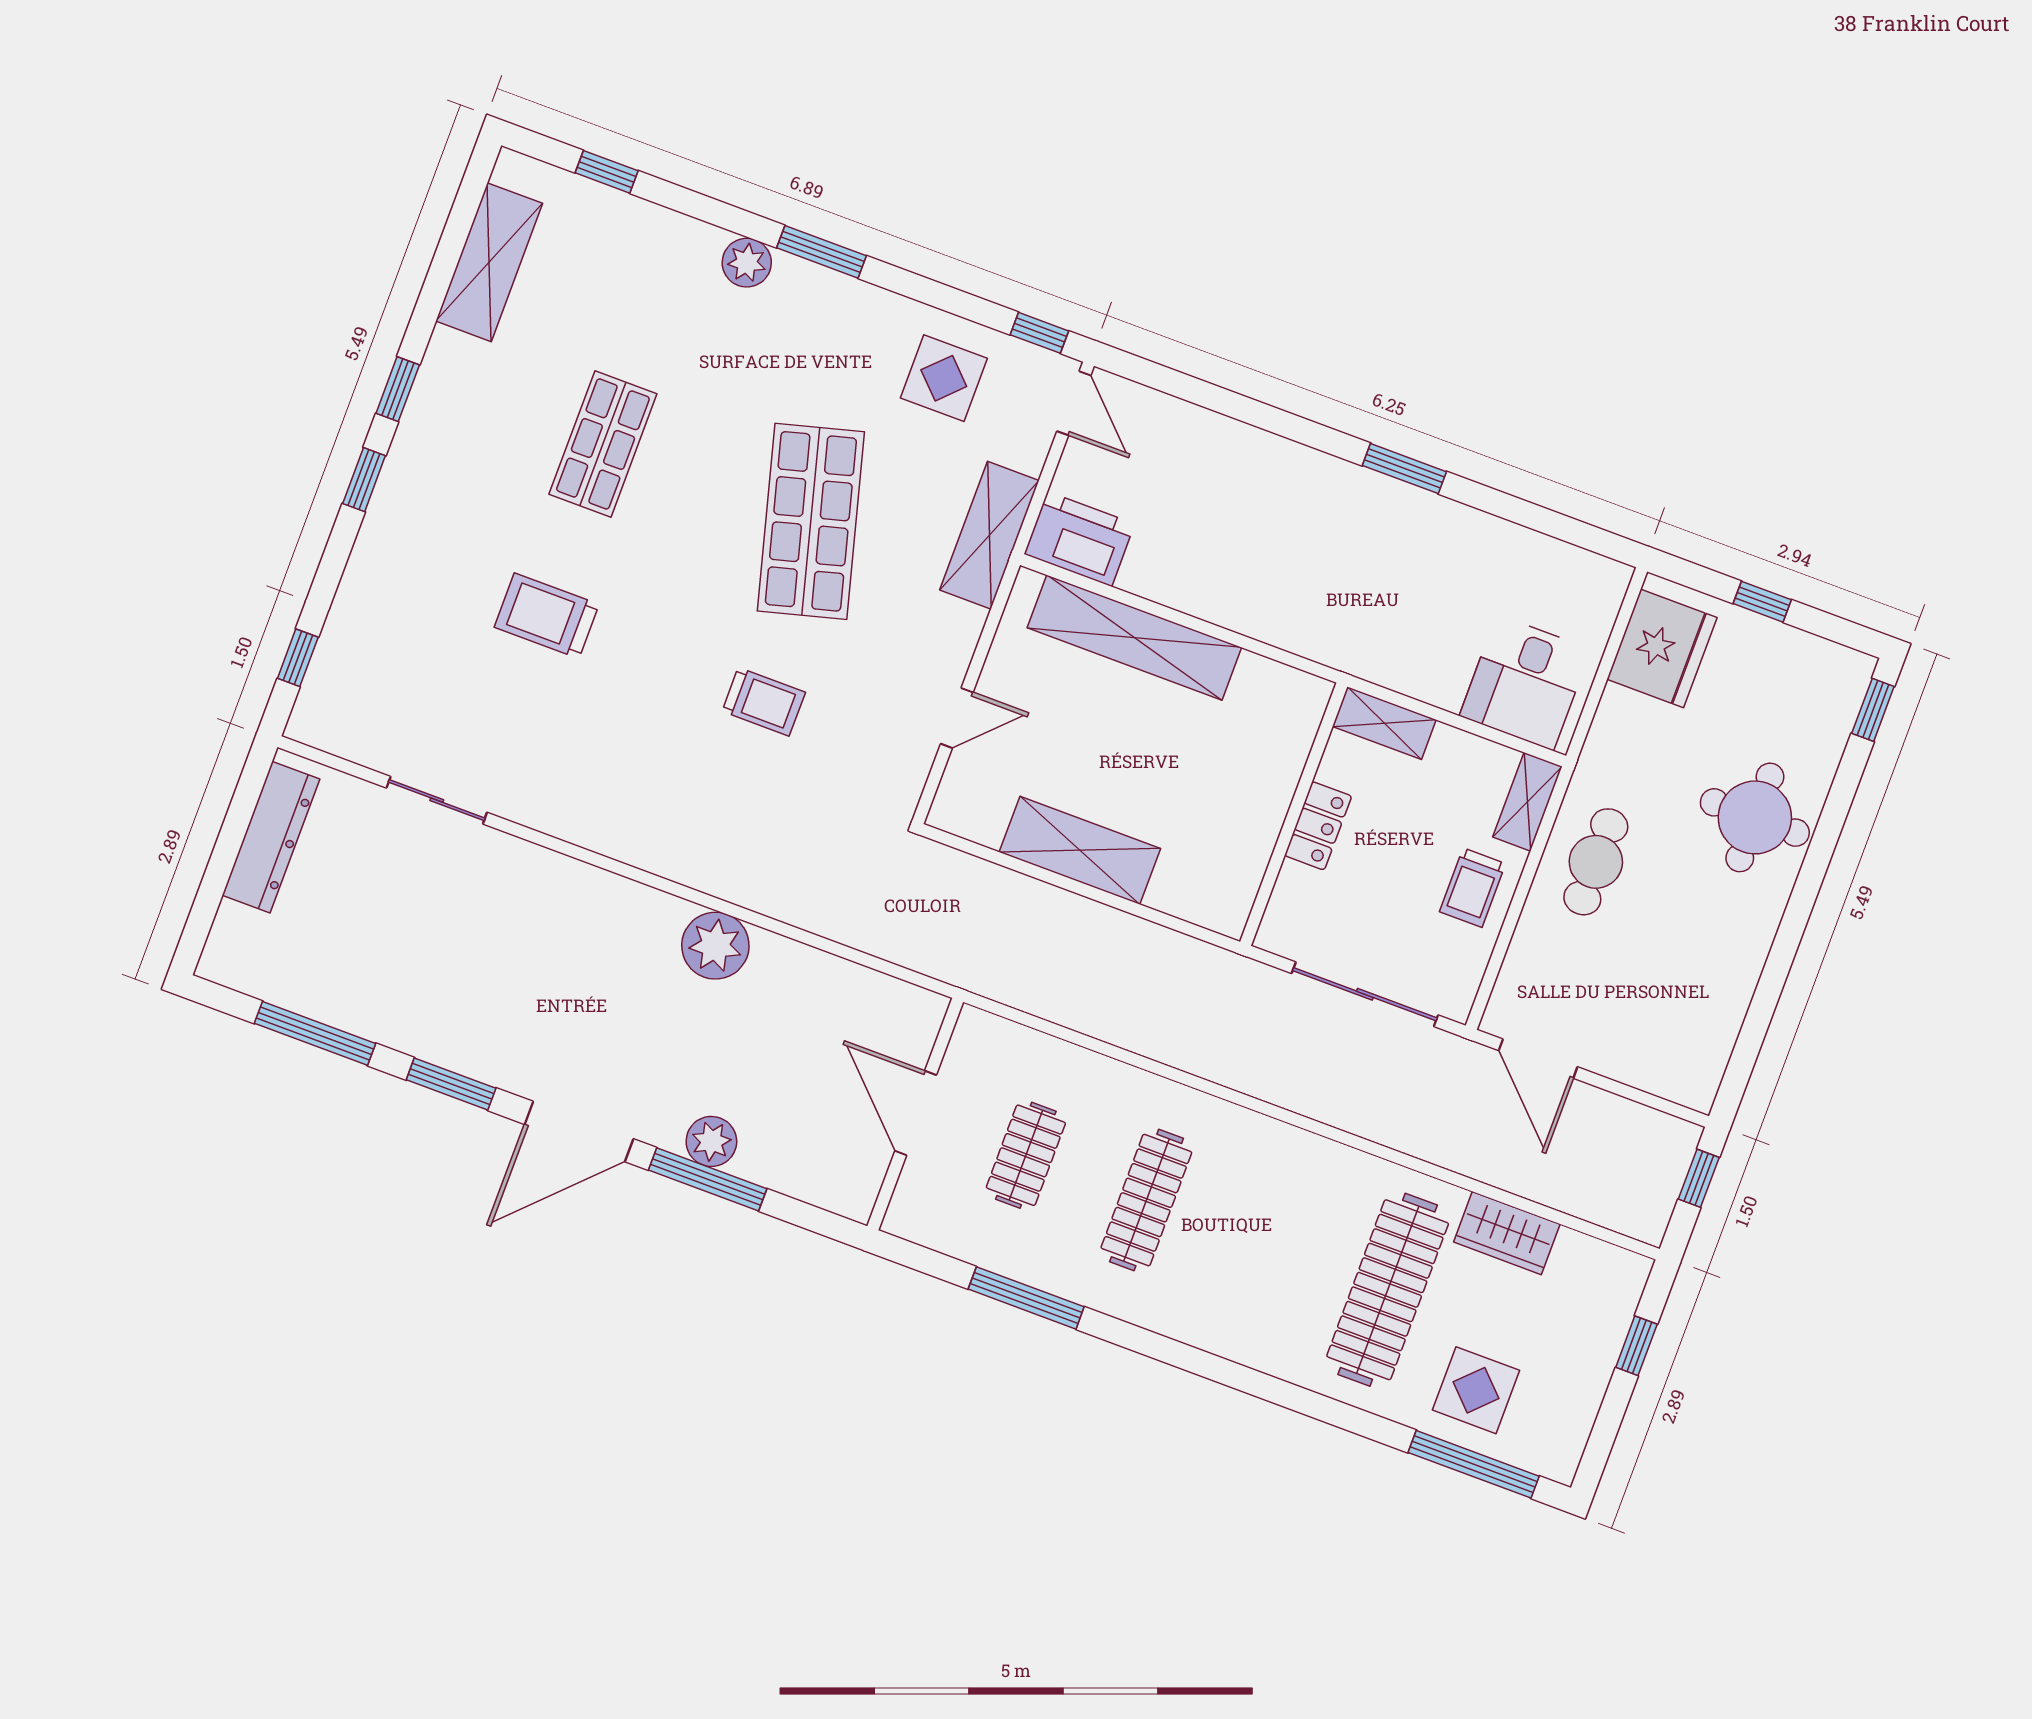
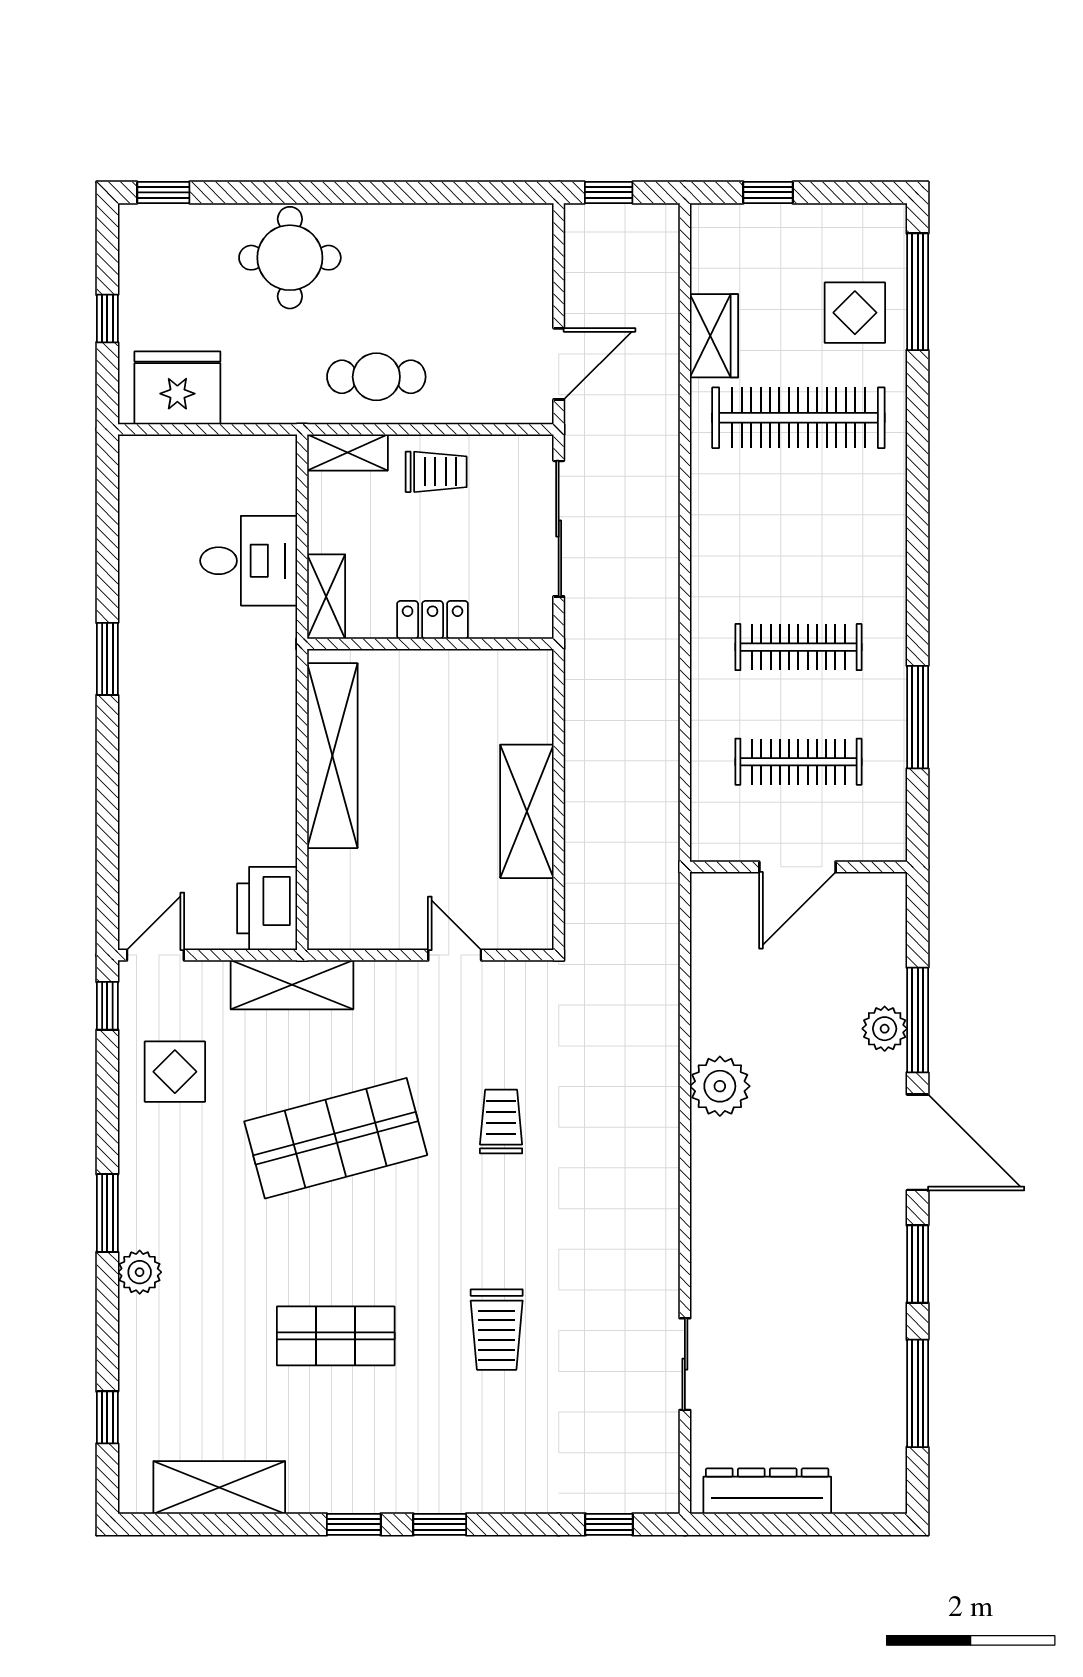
shelving: (1134, 638) -> (332, 756), moved
desk: (1525, 683) -> (249, 561), moved
clothes rail: (1026, 1155) -> (798, 762), width x1.36

